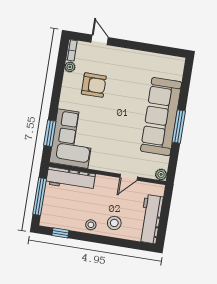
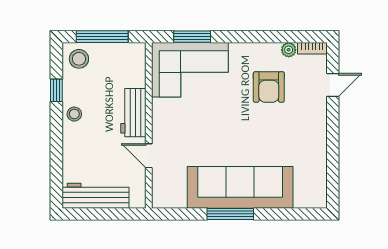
plant: (161, 174) -> (160, 200), removed
workbench: (71, 179) -> (133, 113), moved, width x0.73
stool: (114, 223) -> (79, 59), moved
window: (60, 233) -> (56, 90), moved

